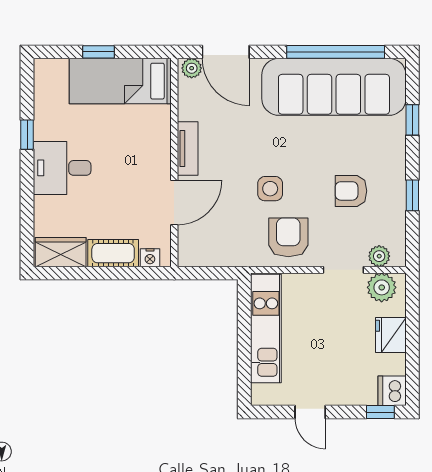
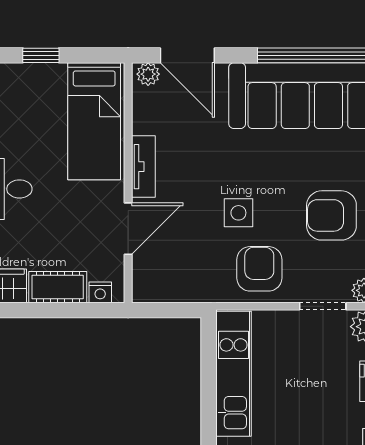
bed: (120, 81) -> (94, 121), moved, turned -90
armchair: (351, 191) -> (331, 215), width x1.38, depth x1.38

